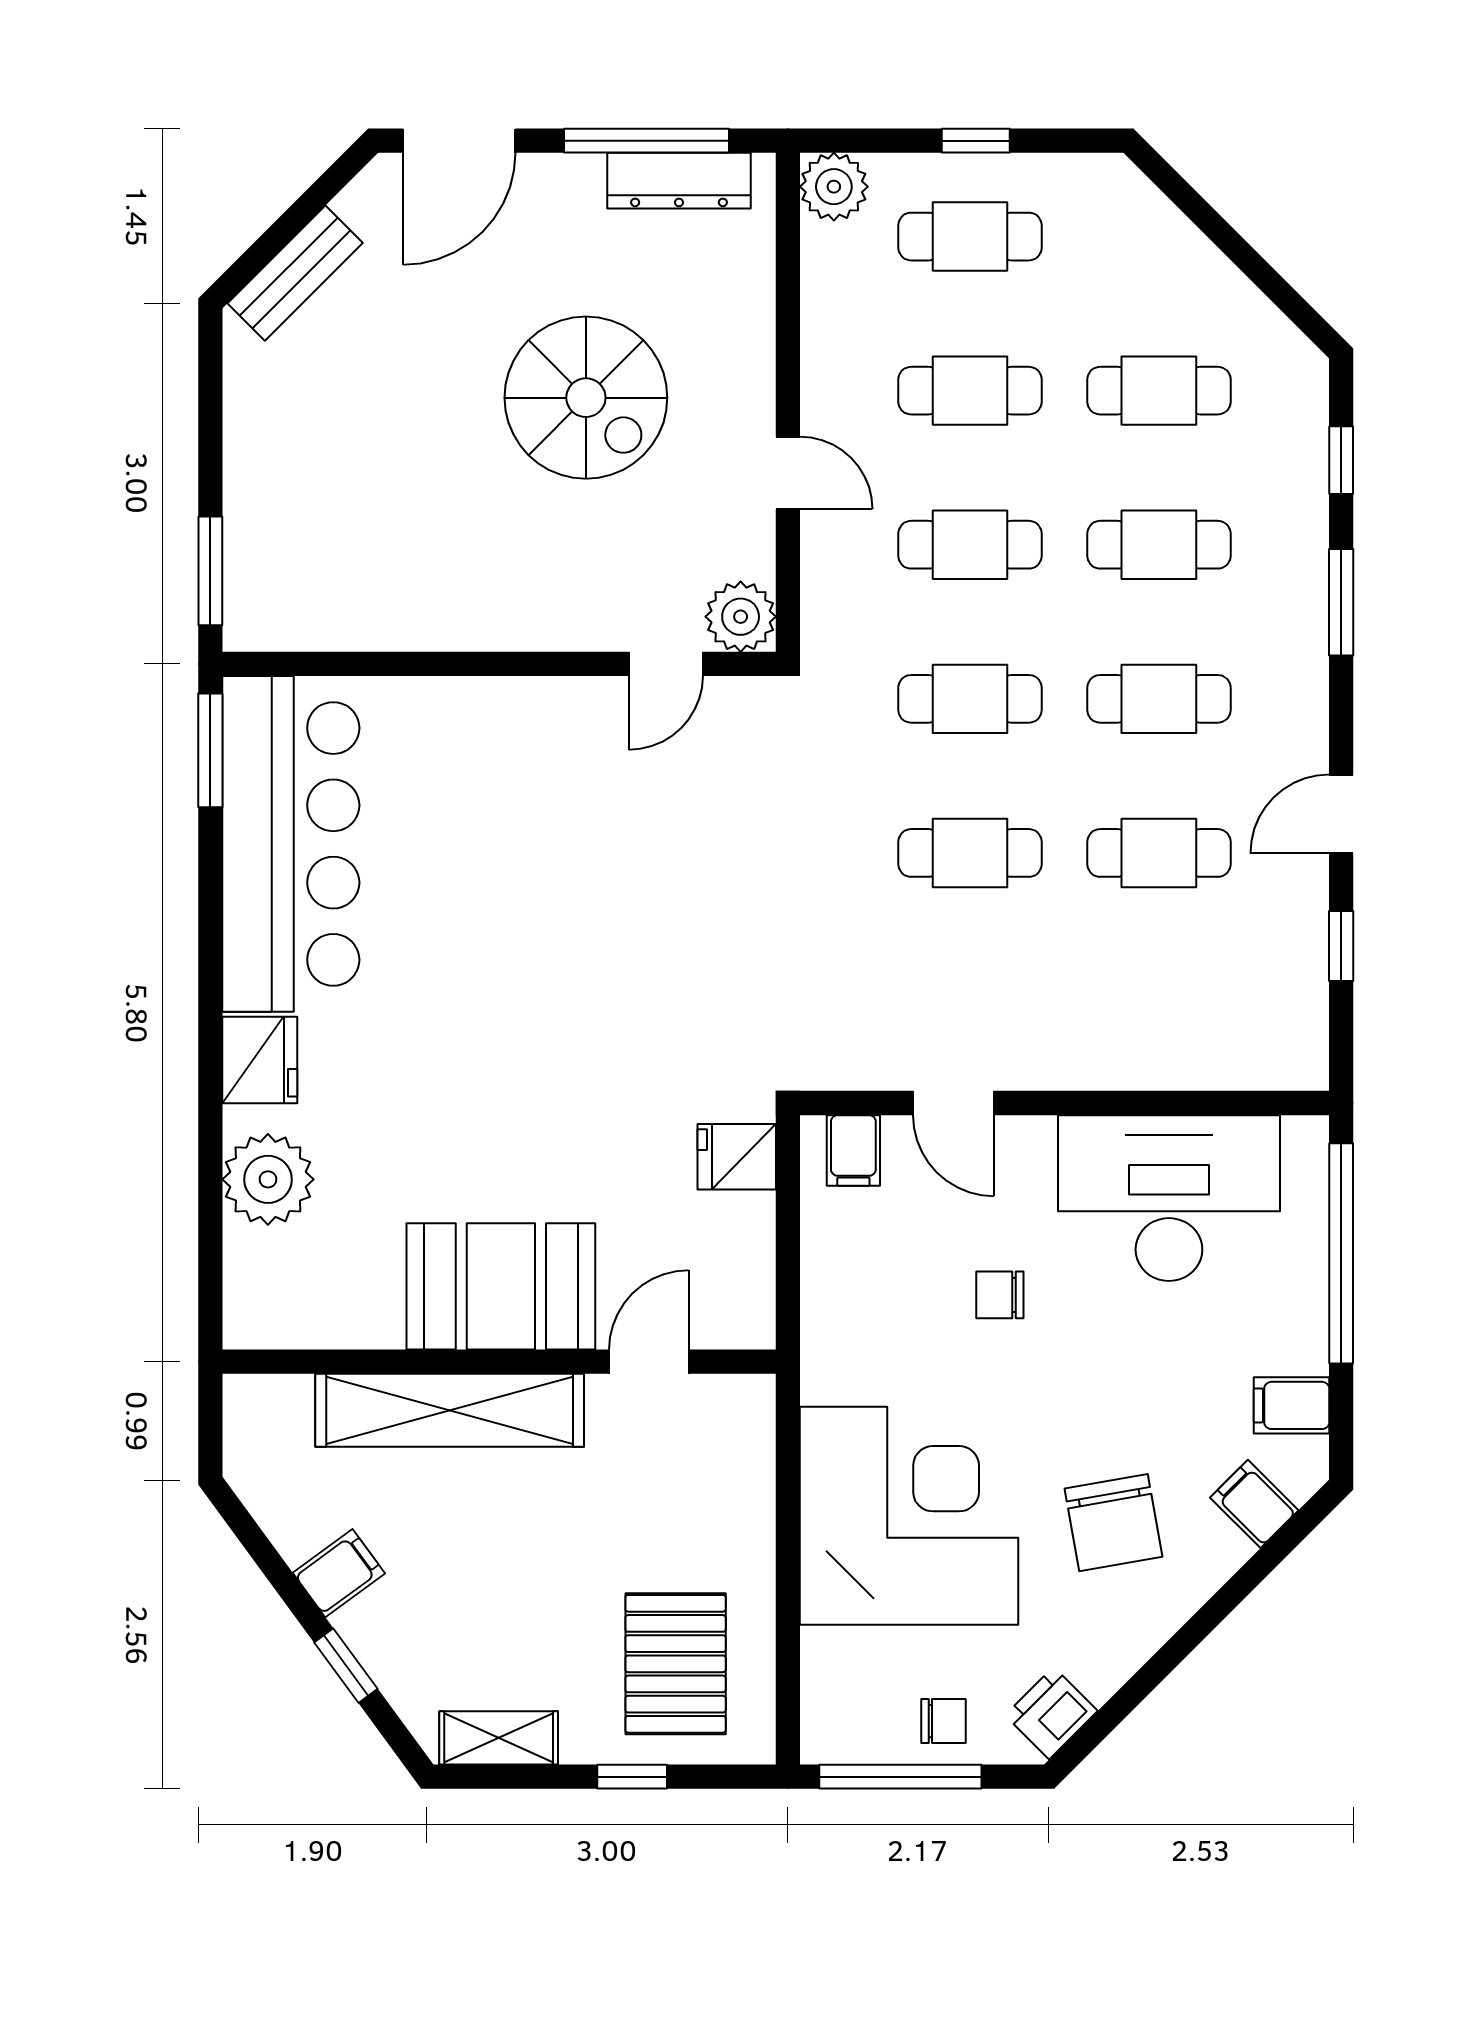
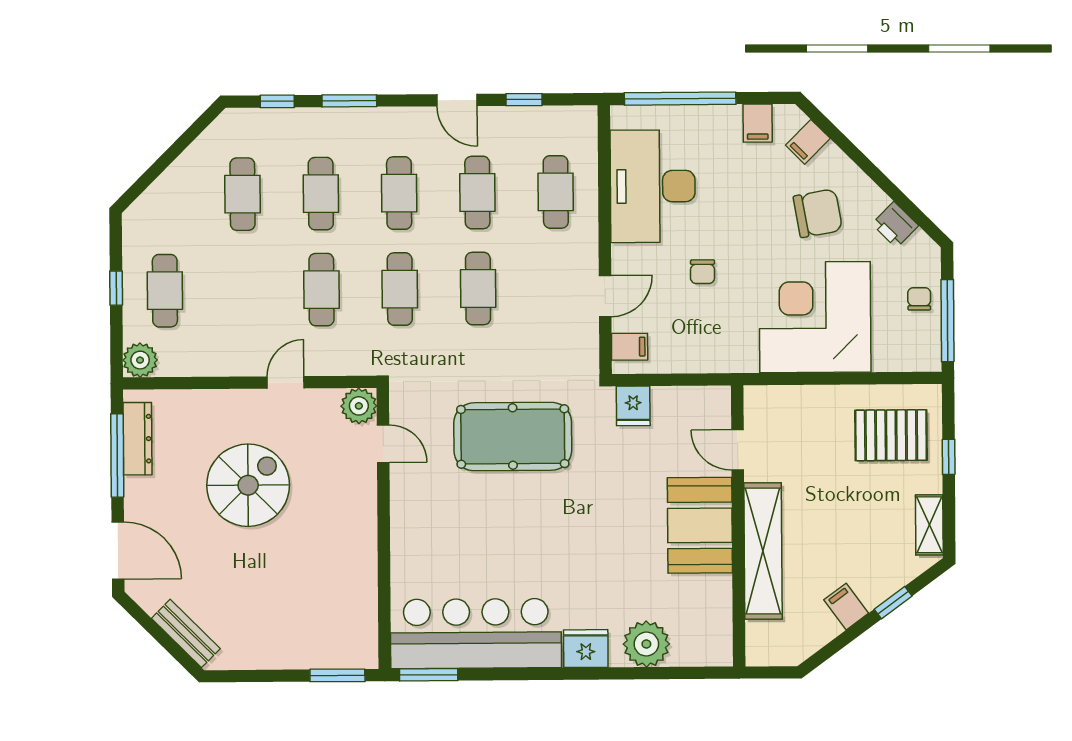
cafe table: (970, 391) -> (556, 192), moved
pool table: (678, 919) -> (513, 437), added
printer: (1051, 1713) -> (895, 225), moved

